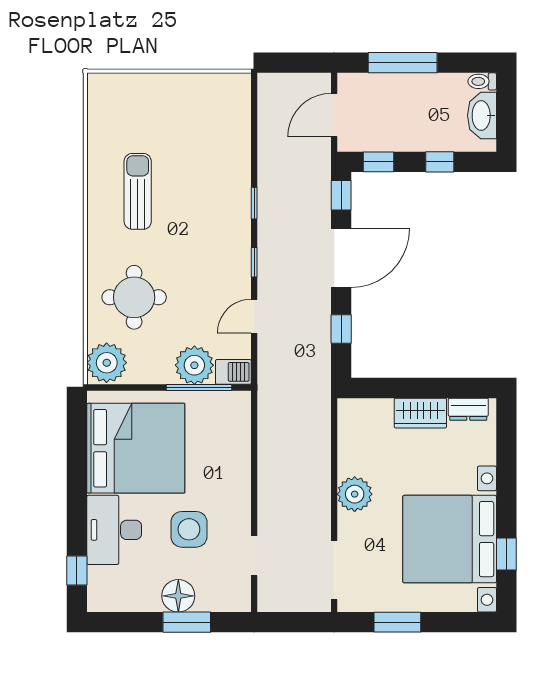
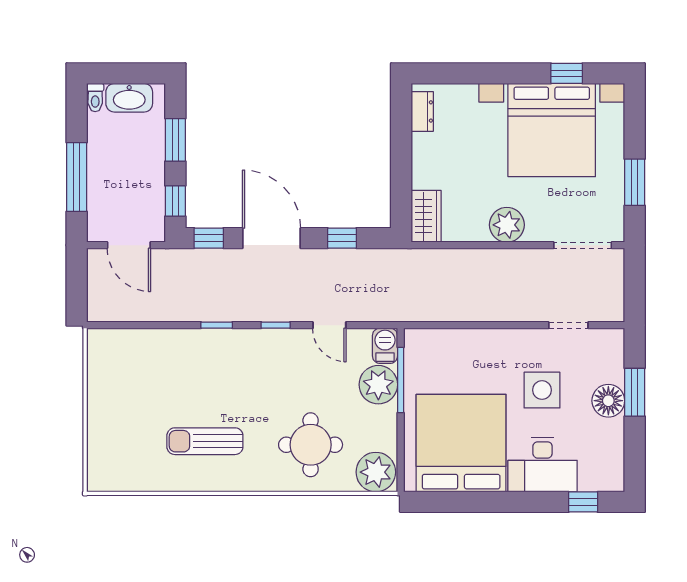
window: (440, 162) -> (175, 140), width x1.50
wardrobe: (420, 413) -> (426, 216), moved

